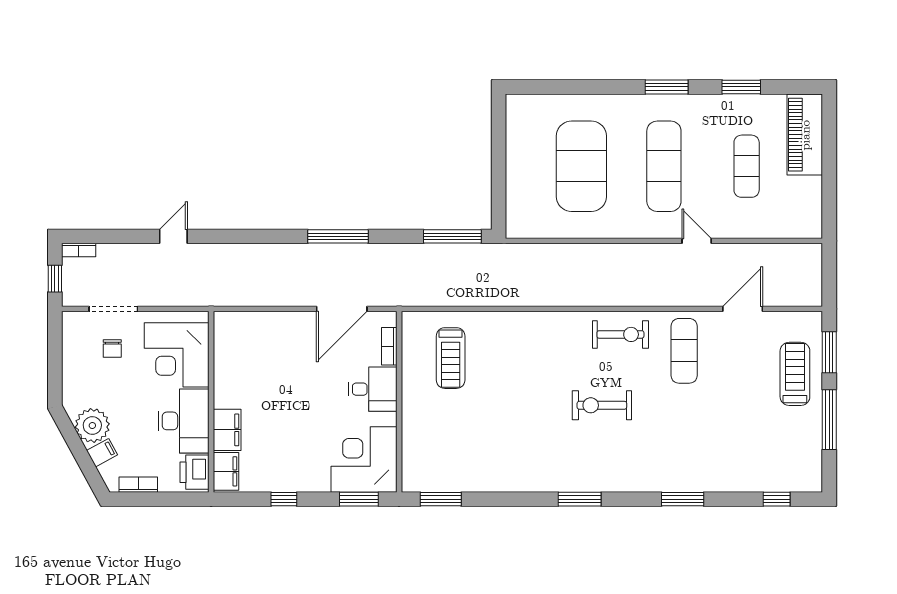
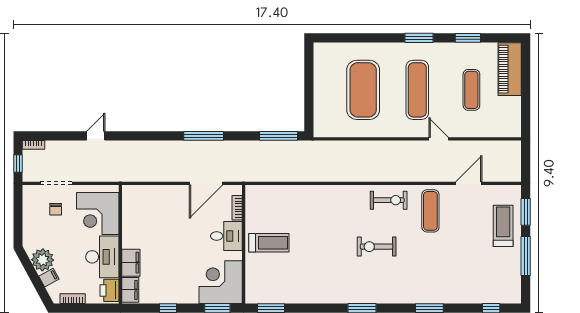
treadmill: (451, 358) -> (269, 243), moved, turned -90

